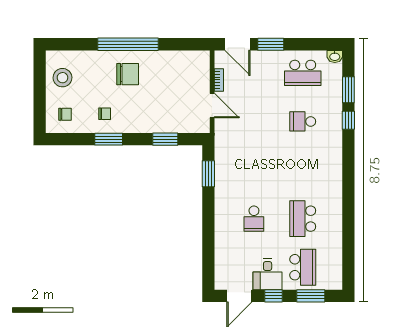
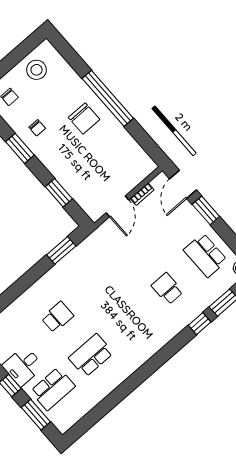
school desk: (254, 219) -> (57, 317), turned 180

